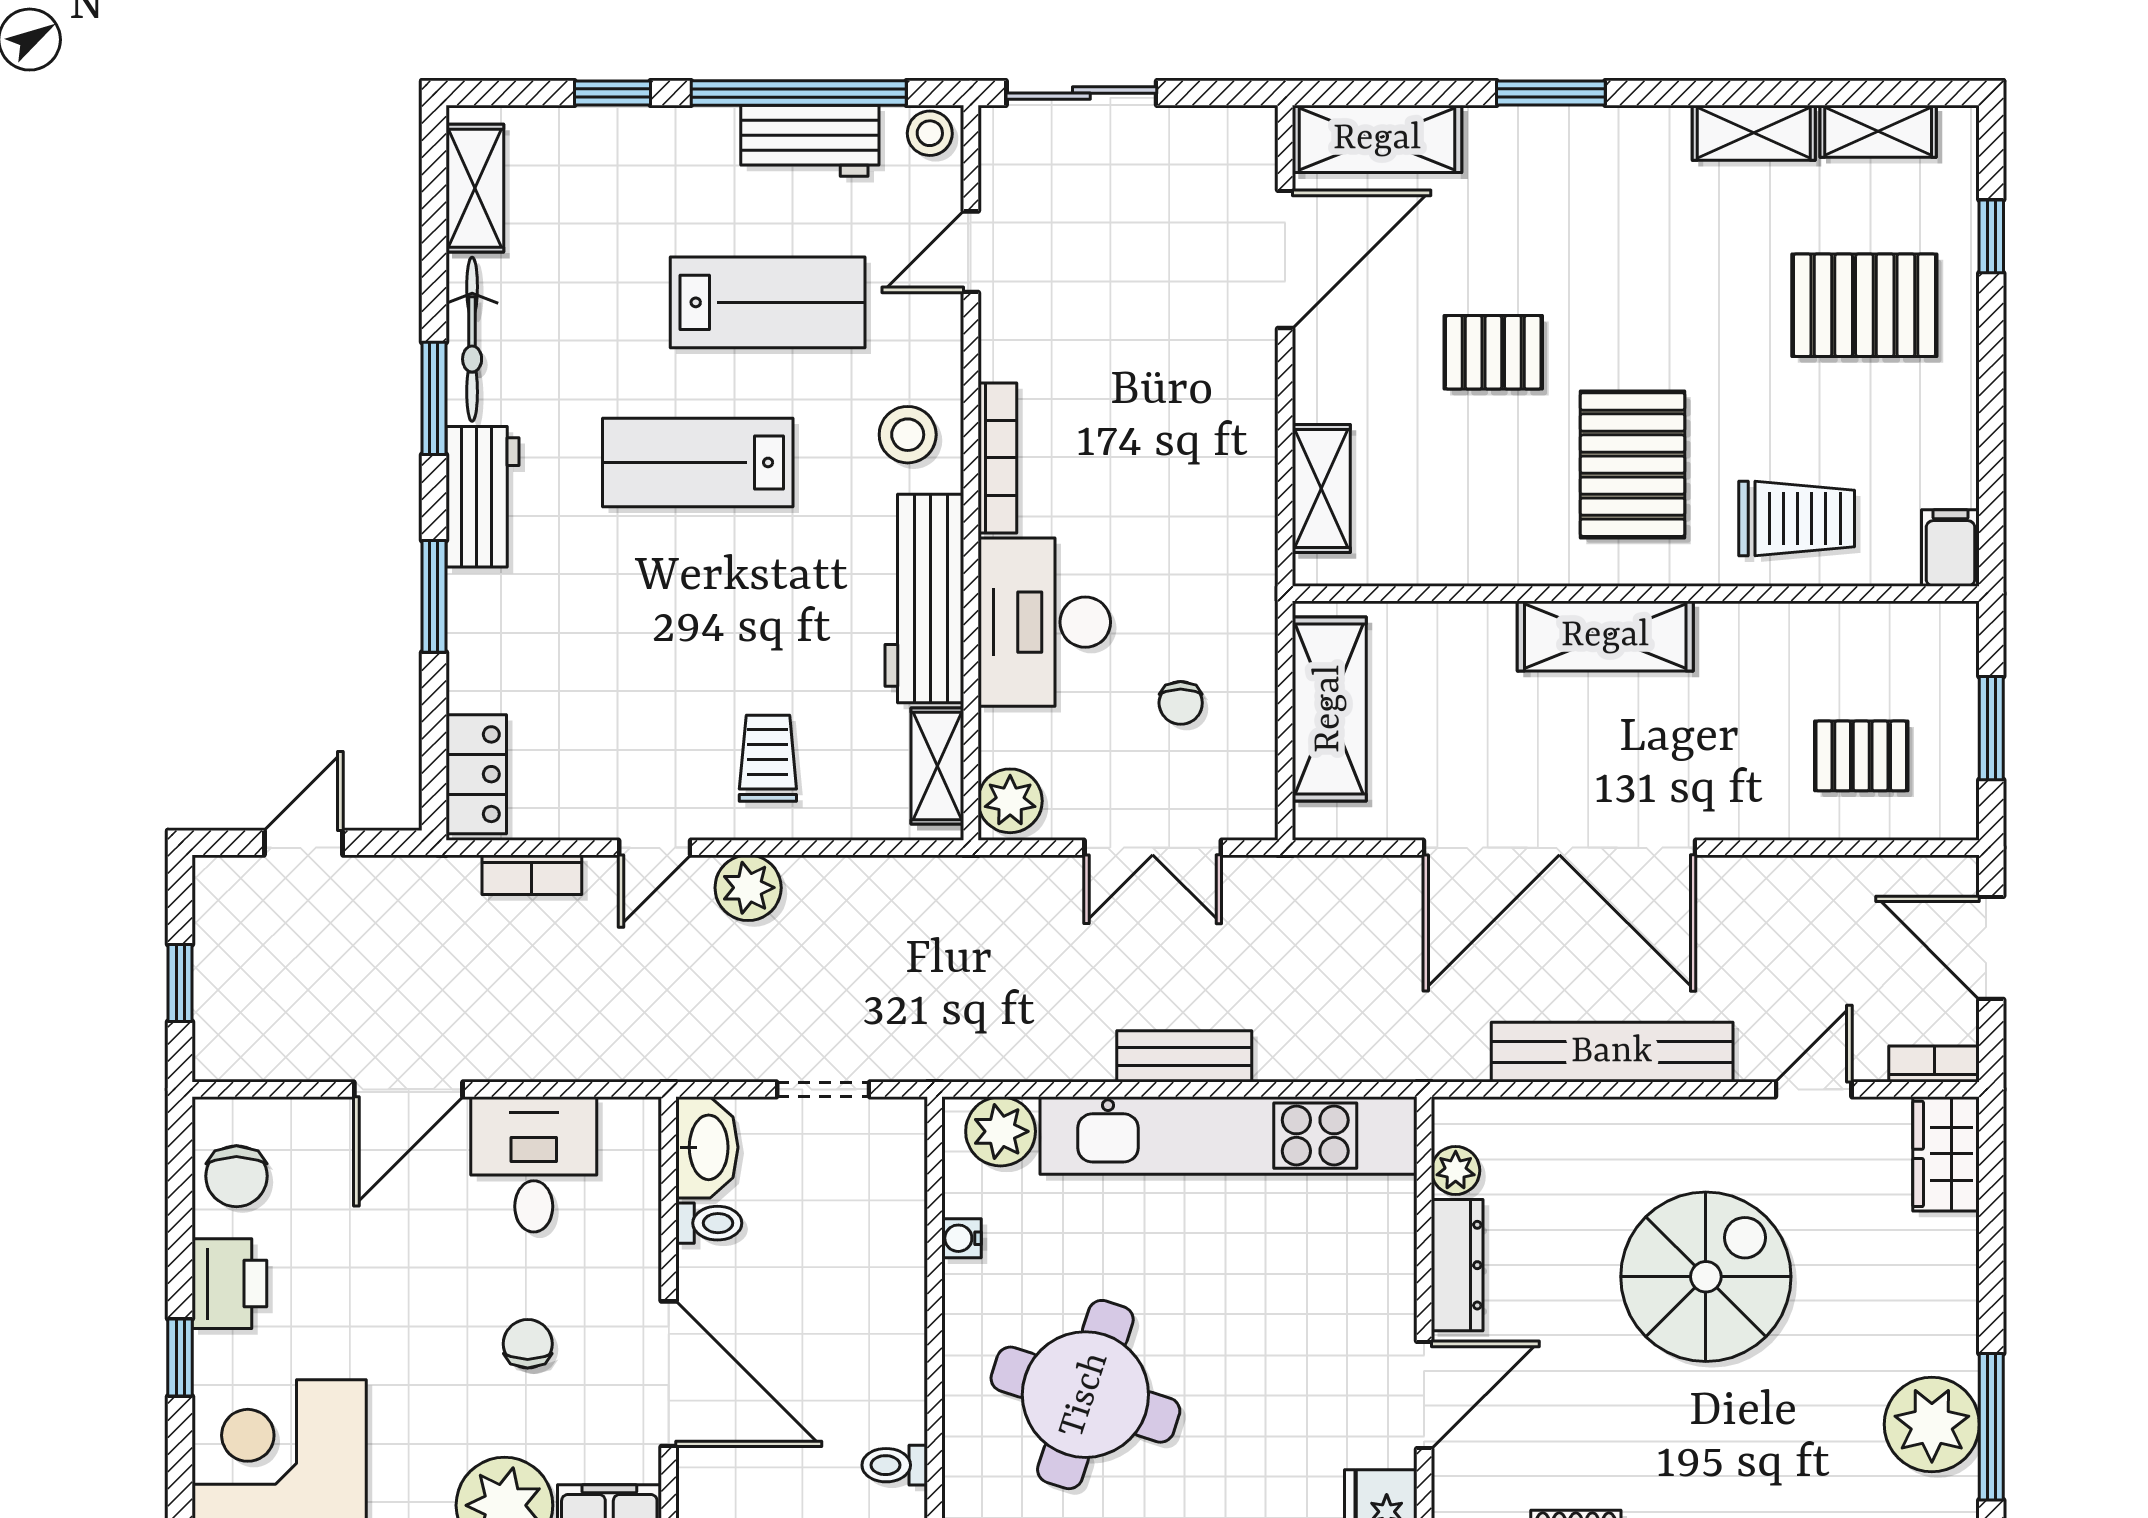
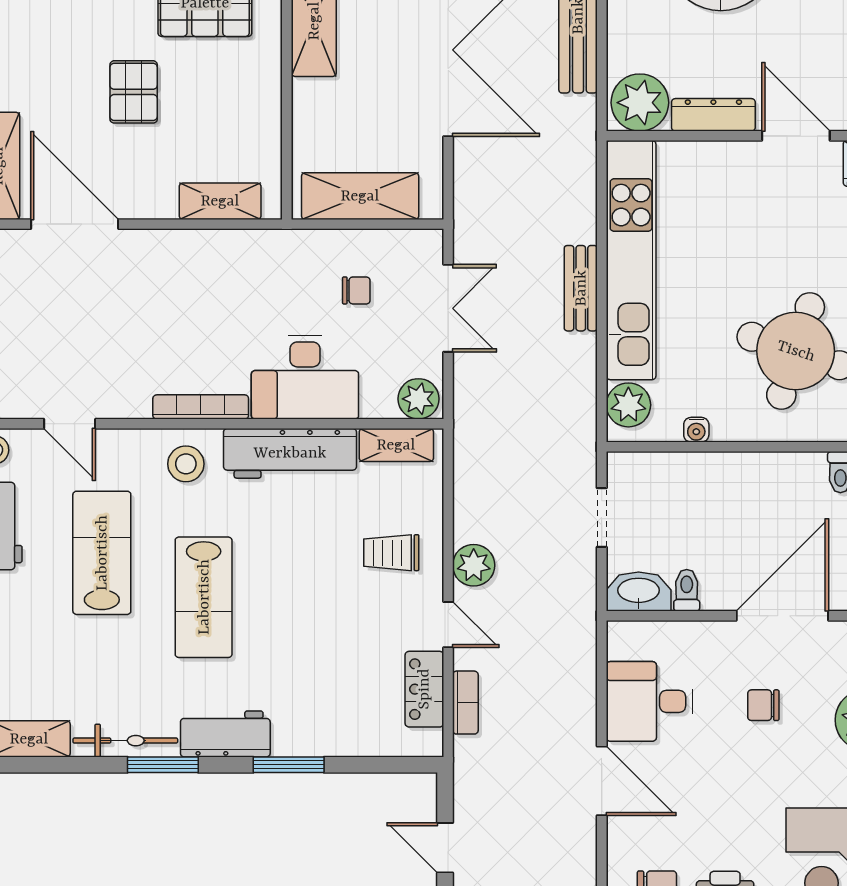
locker: (476, 774) -> (424, 689), moved, turned -90
plant: (1456, 1170) -> (640, 103), width x1.88, depth x1.88

